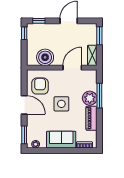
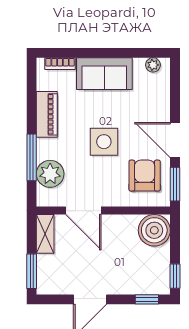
boiler: (45, 57) -> (154, 230), moved
door: (72, 68) -> (83, 211), hinge flipped
armchair: (40, 86) -> (145, 176), turned 180
plant: (90, 98) -> (50, 174), moved
window: (24, 135) -> (175, 184), moved

